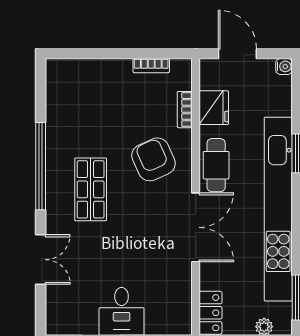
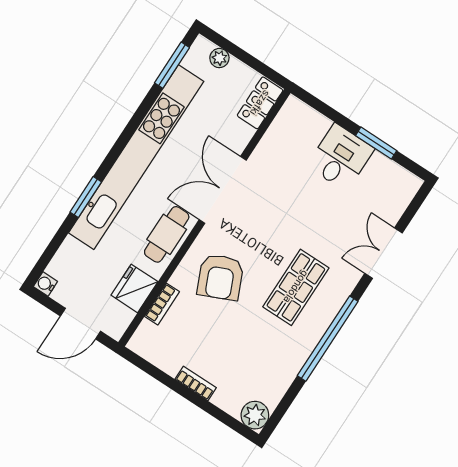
door: (237, 54) -> (80, 324), hinge flipped
bookcase: (151, 66) -> (196, 383), moved
plant: (58, 71) -> (255, 415), added

